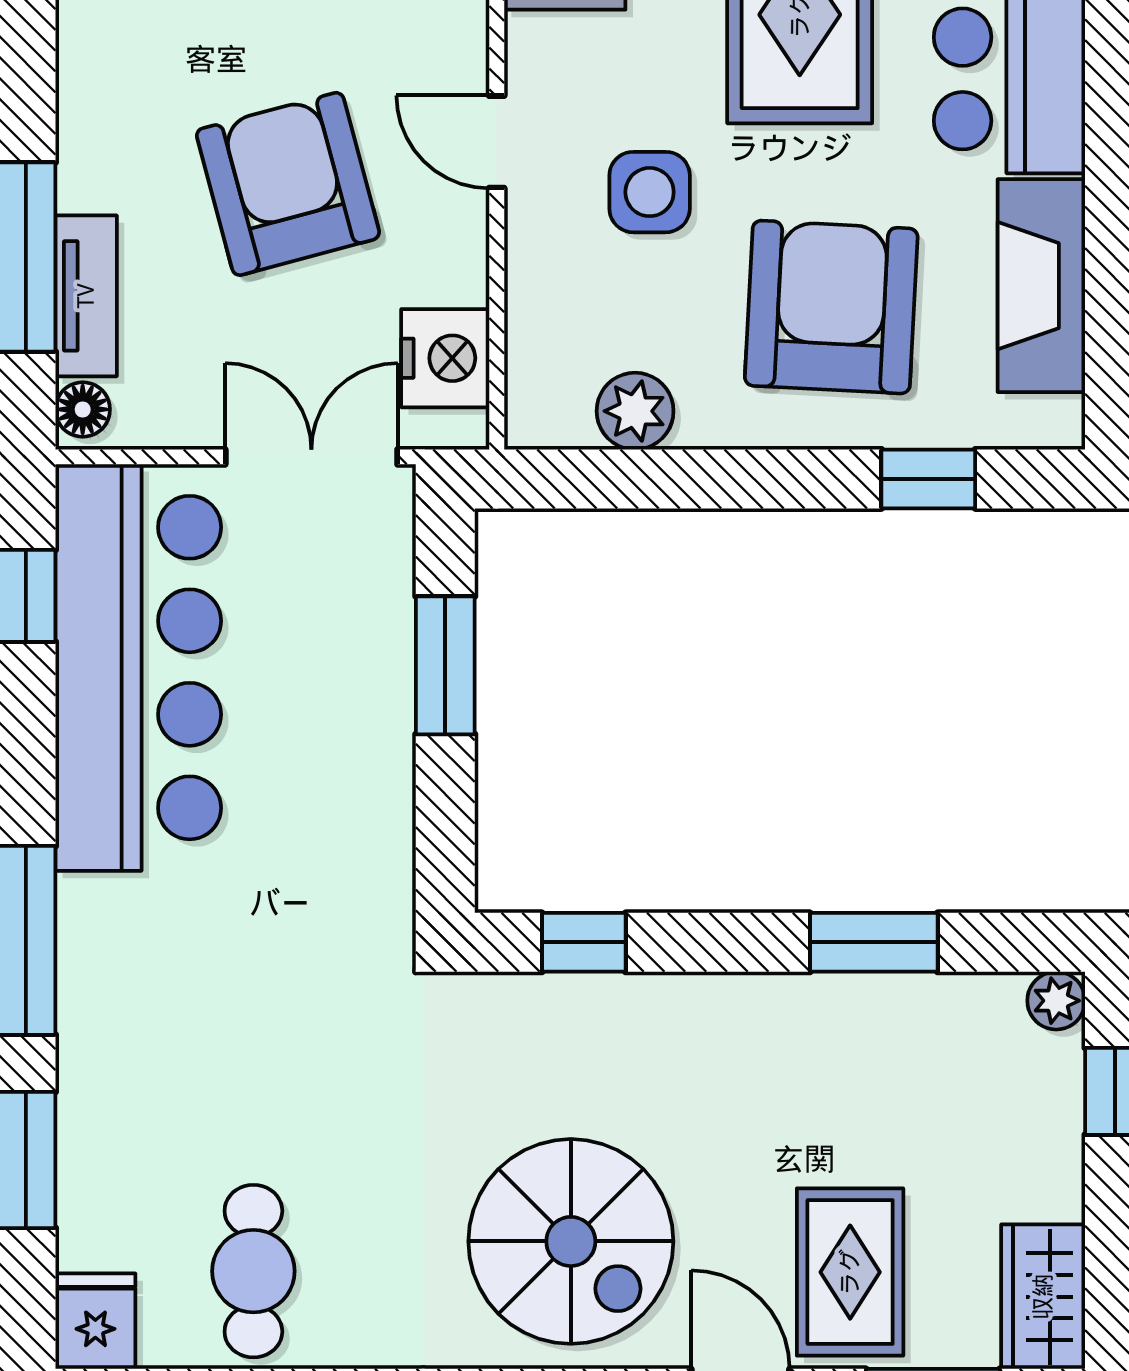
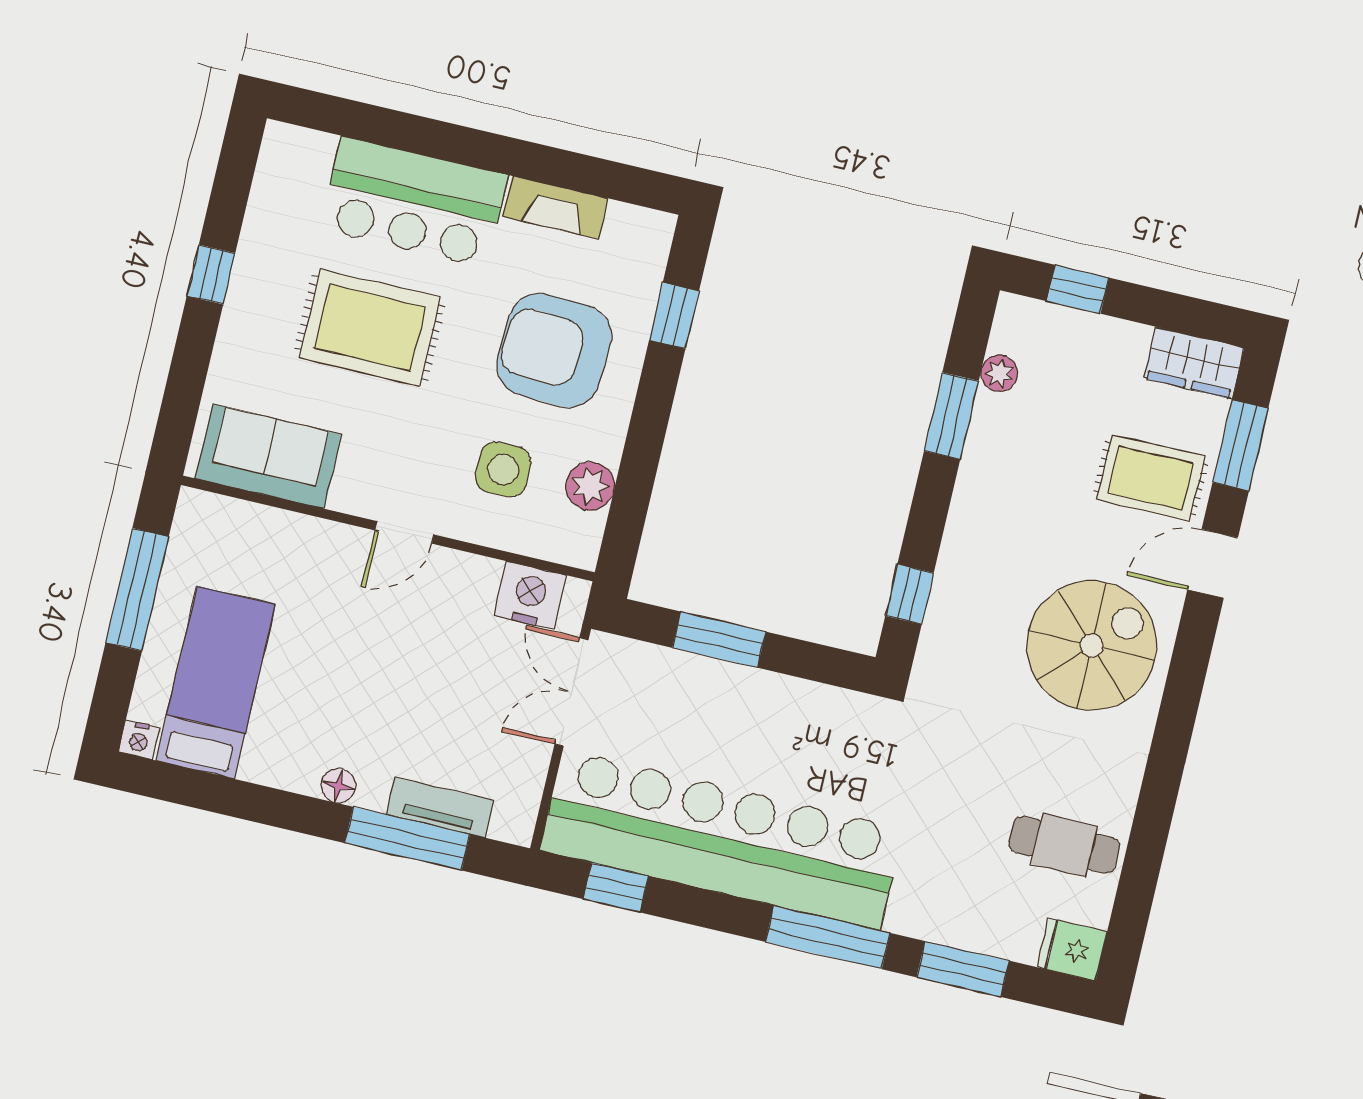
armchair: (288, 184) -> (400, 667), removed
side table: (650, 192) -> (503, 470), moved
fireplace: (1041, 286) -> (555, 207), width x0.73, depth x0.76
floor lamp: (83, 409) -> (338, 786), moved
bar counter: (138, 668) -> (722, 840), width x1.36
plant: (1056, 1001) -> (999, 373), moved

